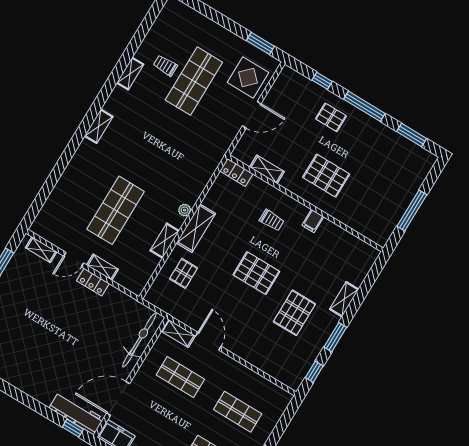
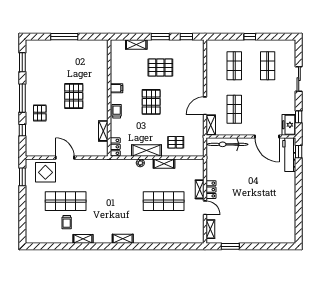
shelving: (267, 169) -> (103, 131), moved
locker: (236, 172) -> (115, 147), moved
wall: (306, 203) -> (109, 98), moved
filing cabinet: (313, 221) -> (116, 88), moved

